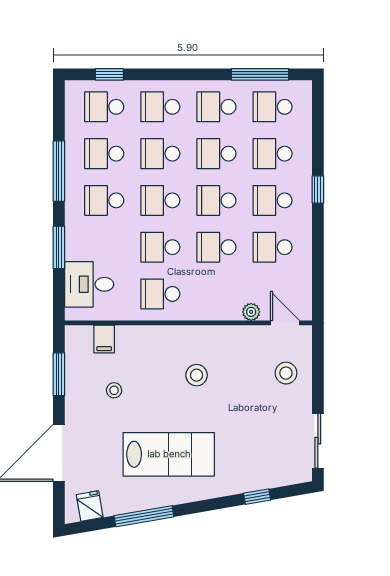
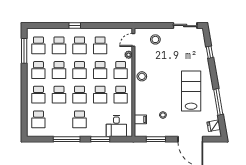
window: (109, 74) -> (24, 117), removed
school desk: (104, 154) -> (121, 70), moved
stool: (197, 375) -> (142, 76), moved

